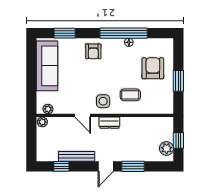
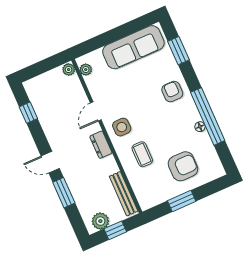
armchair: (93, 51) -> (172, 92), turned 90
bench: (77, 156) -> (124, 194), moved

